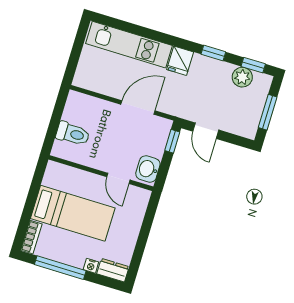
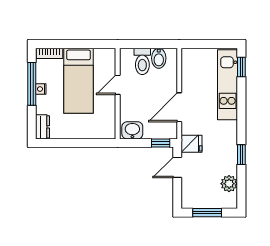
fridge: (180, 61) -> (192, 144), moved, turned 180
window: (253, 65) -> (241, 67), moved
door: (138, 108) -> (179, 107), swing flipped
bidet: (75, 114) -> (159, 58), added
door: (118, 178) -> (118, 85), moved
nightstand: (91, 266) -> (41, 89), moved

